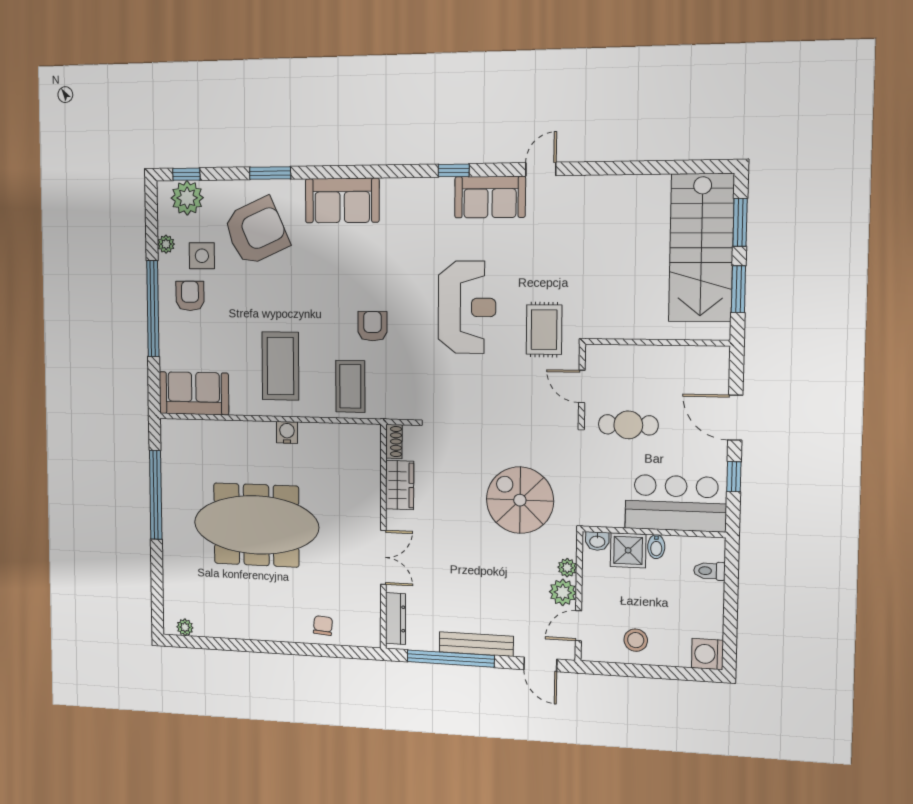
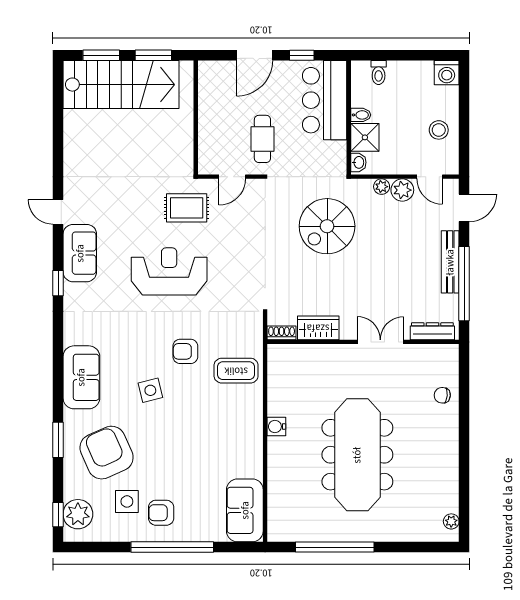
plant: (166, 244) -> (117, 534), removed
side table: (327, 284) -> (150, 390), added
coffee table: (280, 366) -> (220, 432), removed

